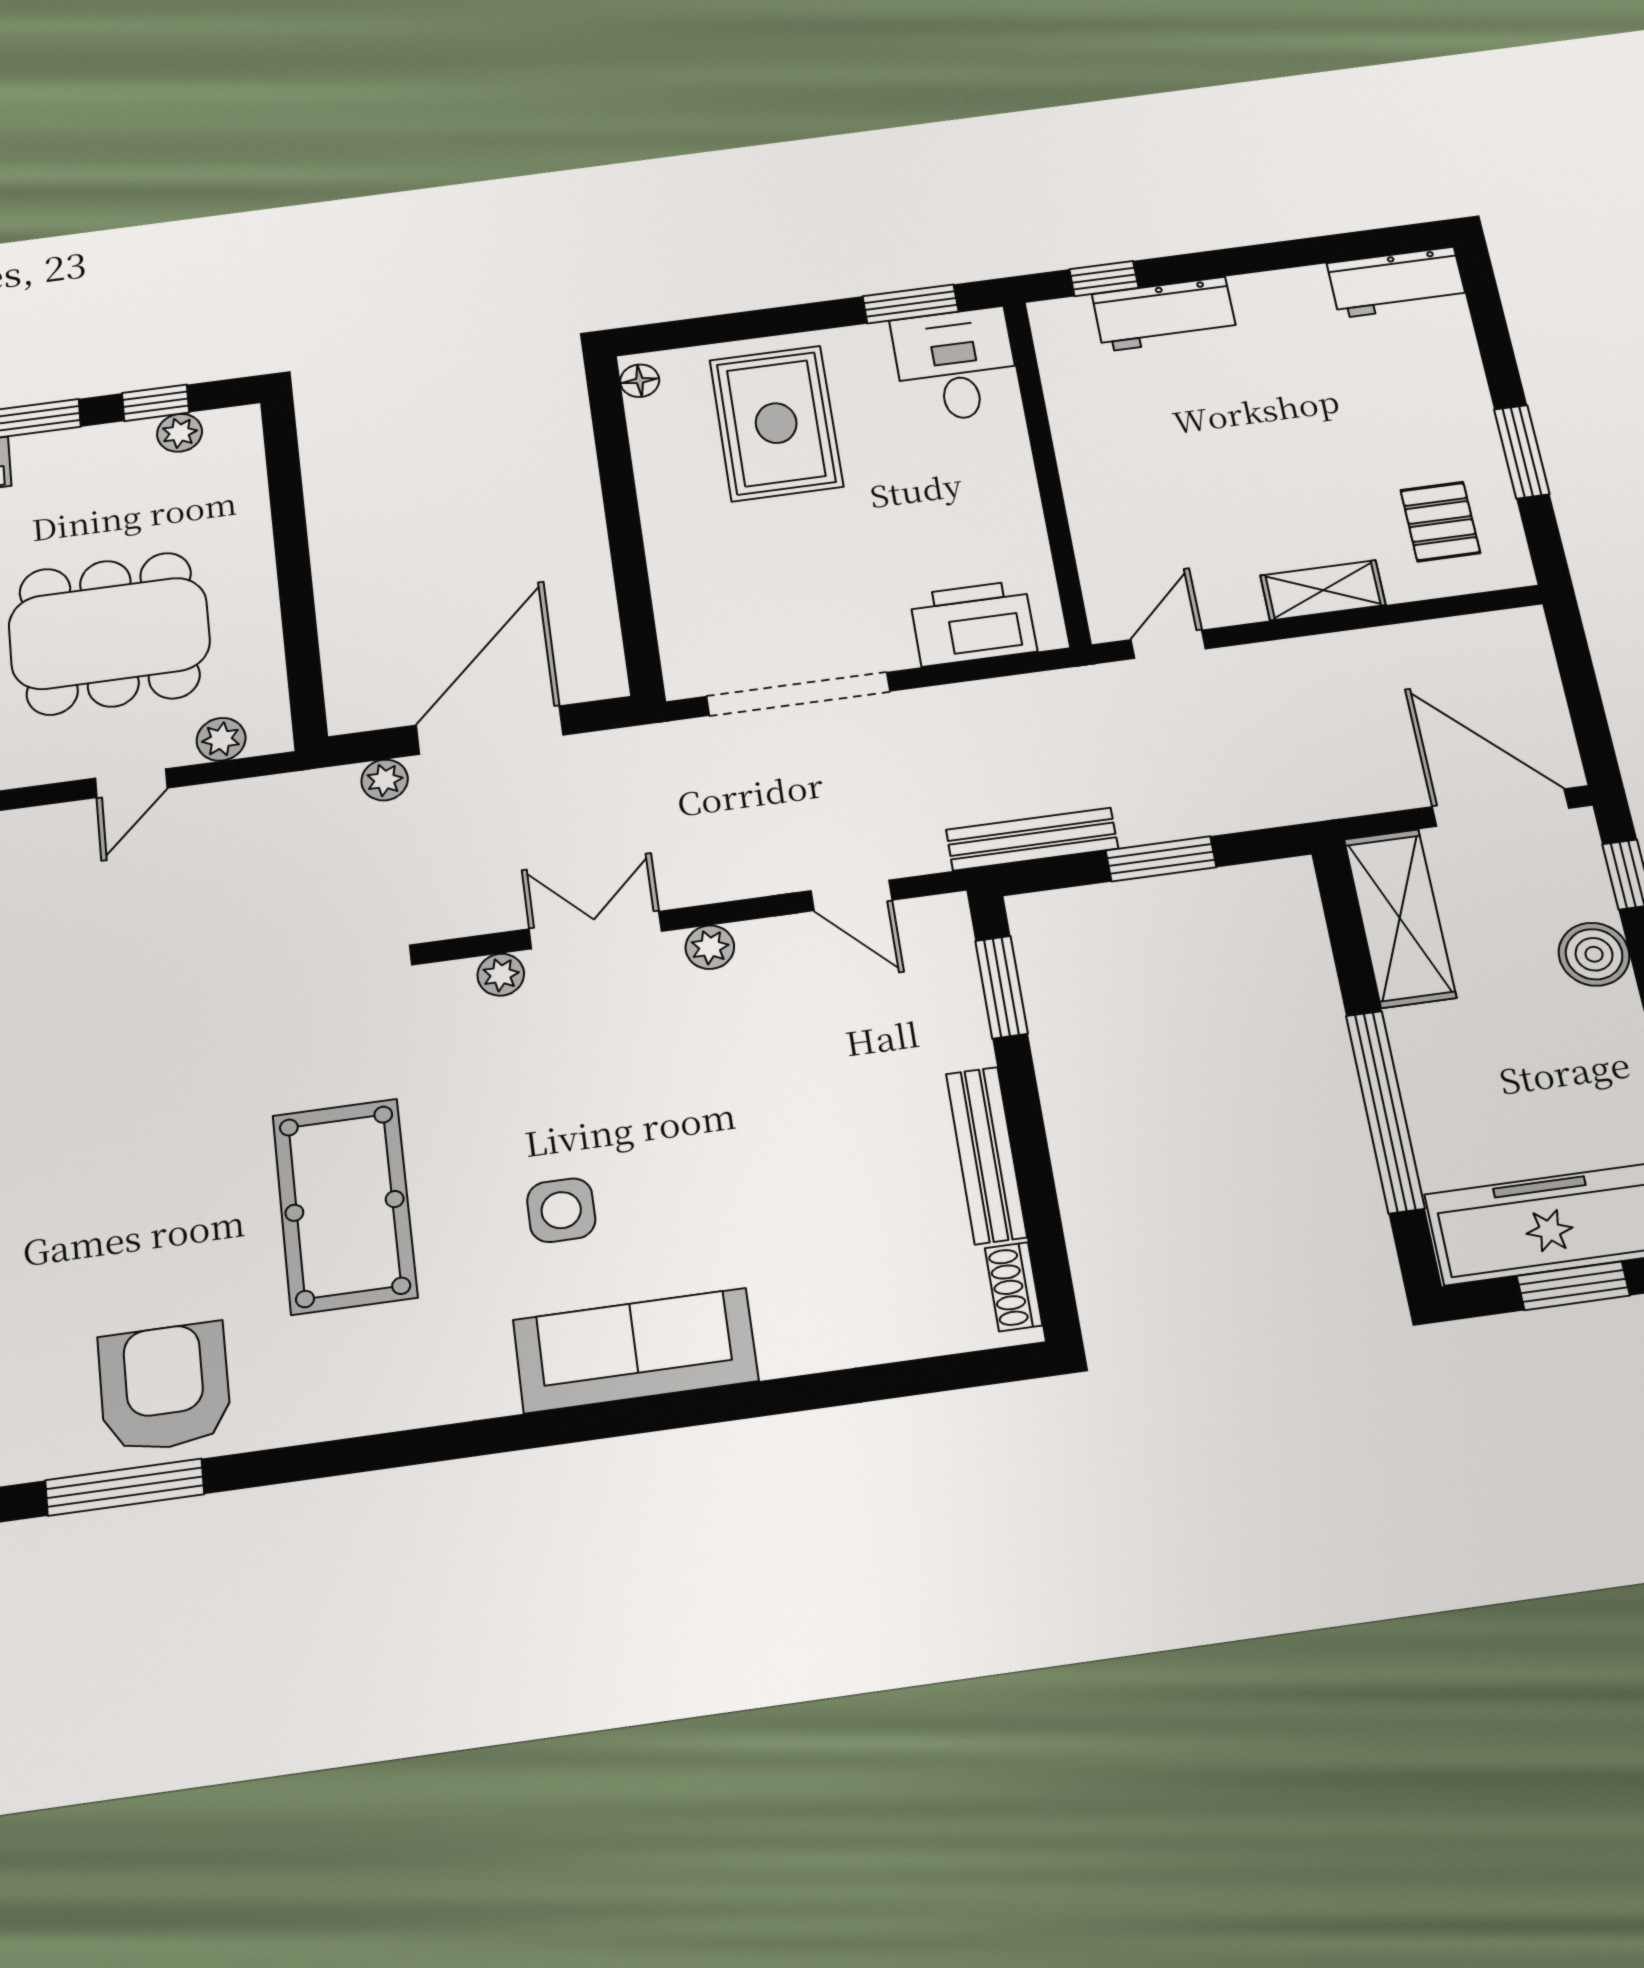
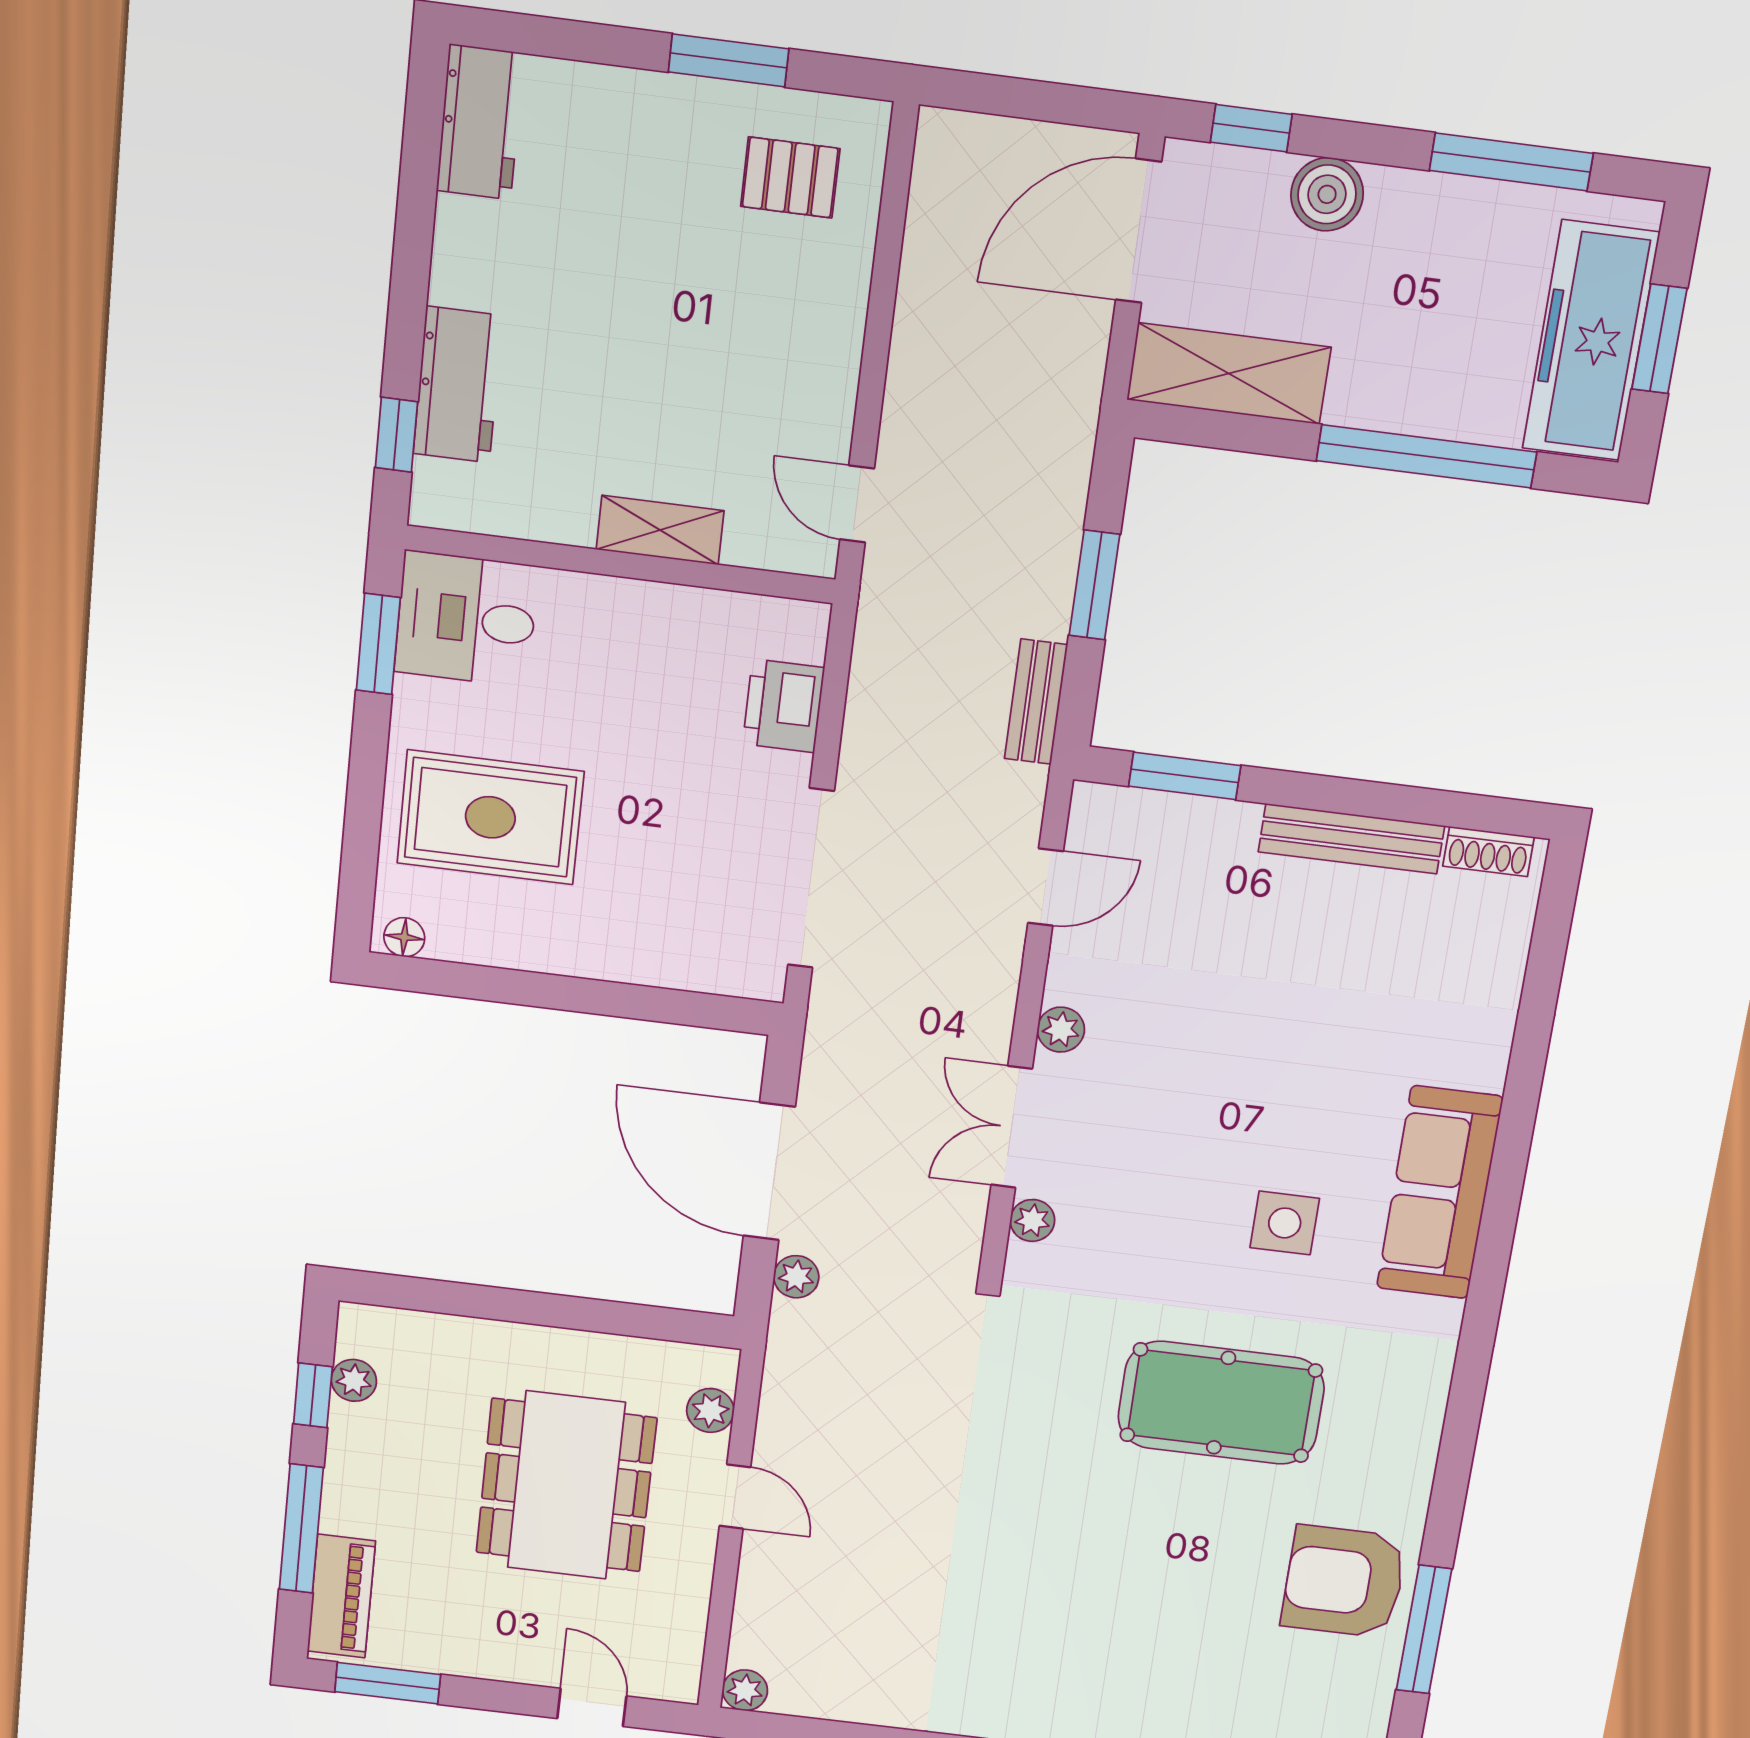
shelving: (1323, 590) -> (660, 530), moved, turned 90
printer: (973, 623) -> (783, 706), width x0.73, depth x0.84
bench: (1032, 839) -> (1036, 702), width x0.73

